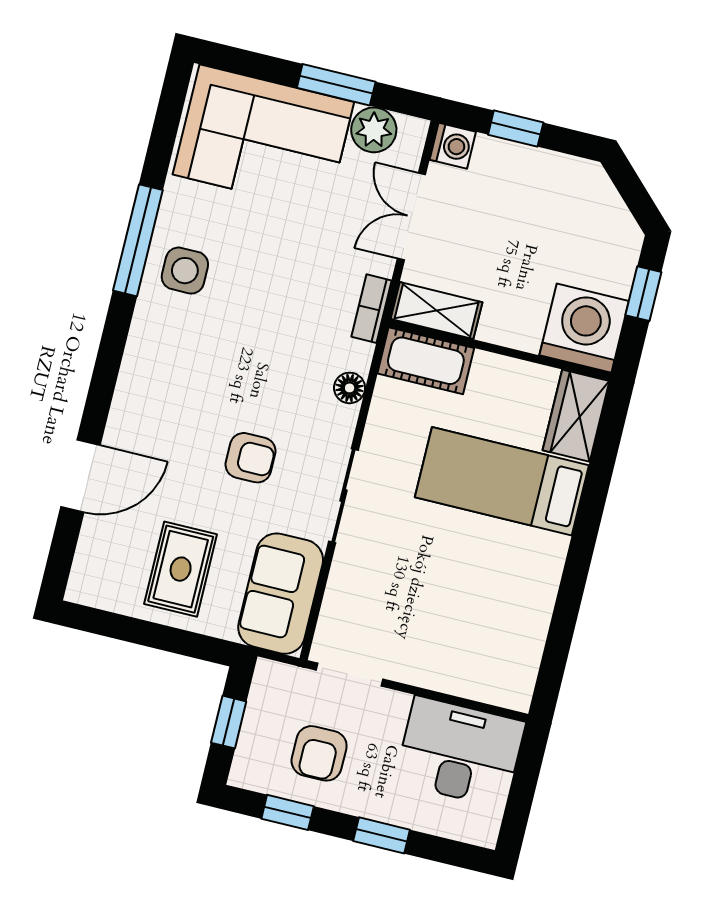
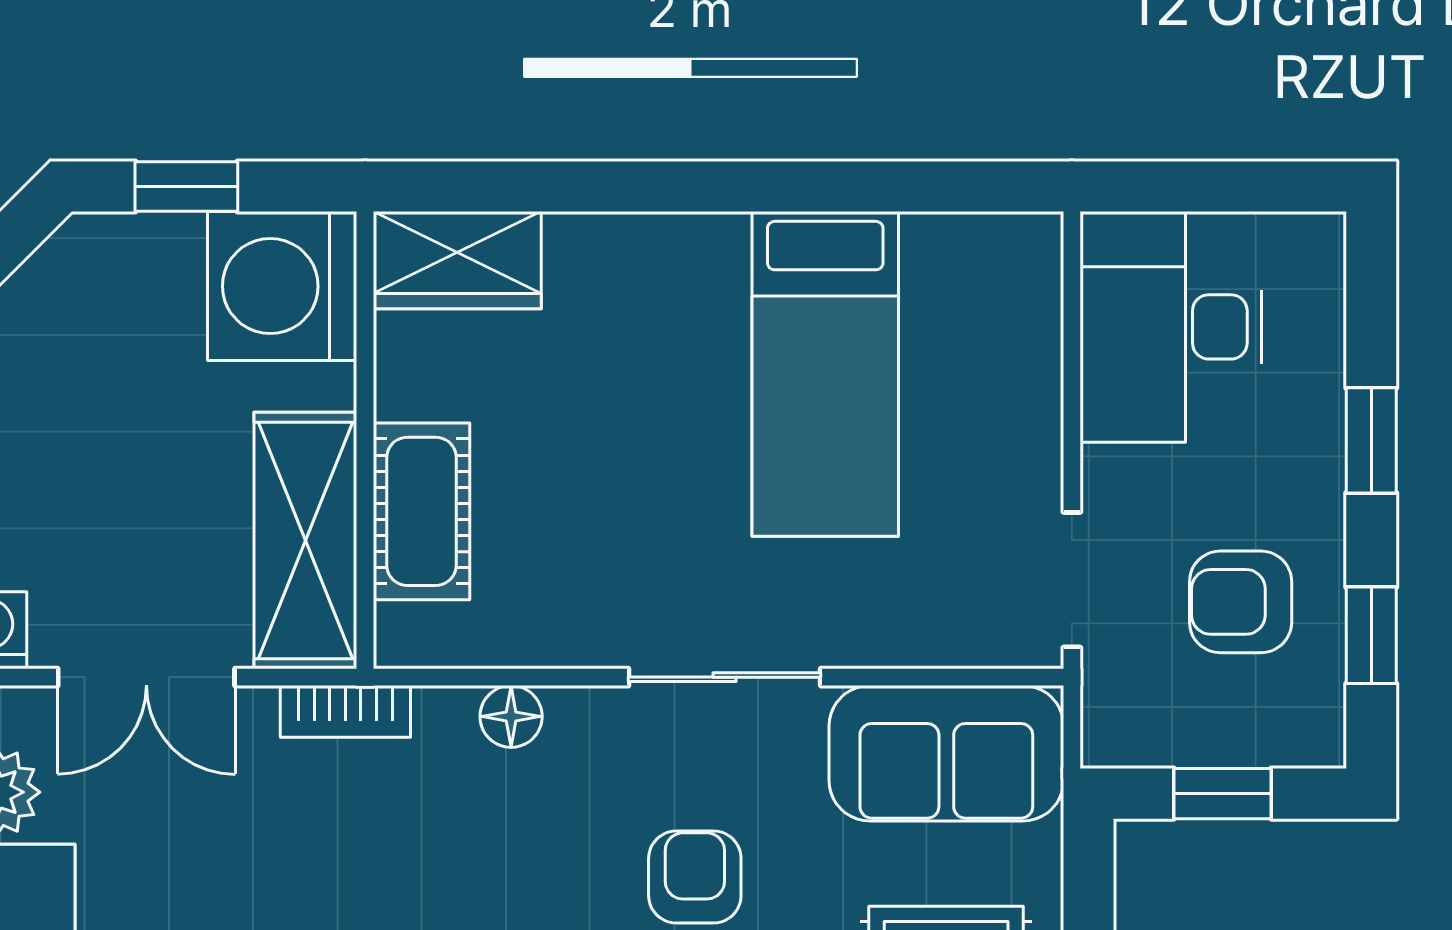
shelving: (436, 311) -> (305, 541), width x1.50, depth x1.33
cot: (426, 361) -> (421, 511), moved
bed: (502, 481) -> (825, 374), moved
armchair: (319, 753) -> (1241, 602), turned 180

